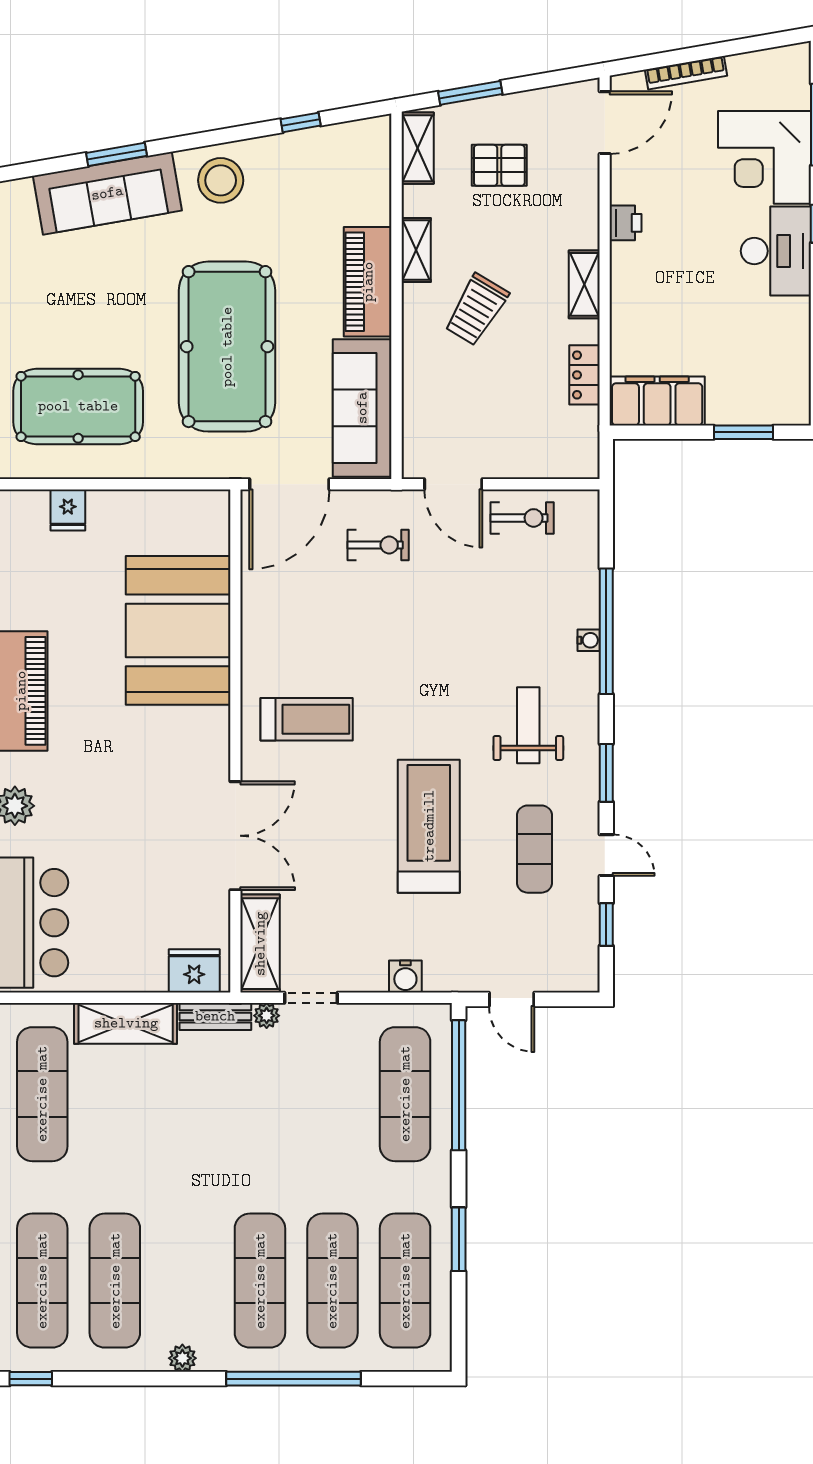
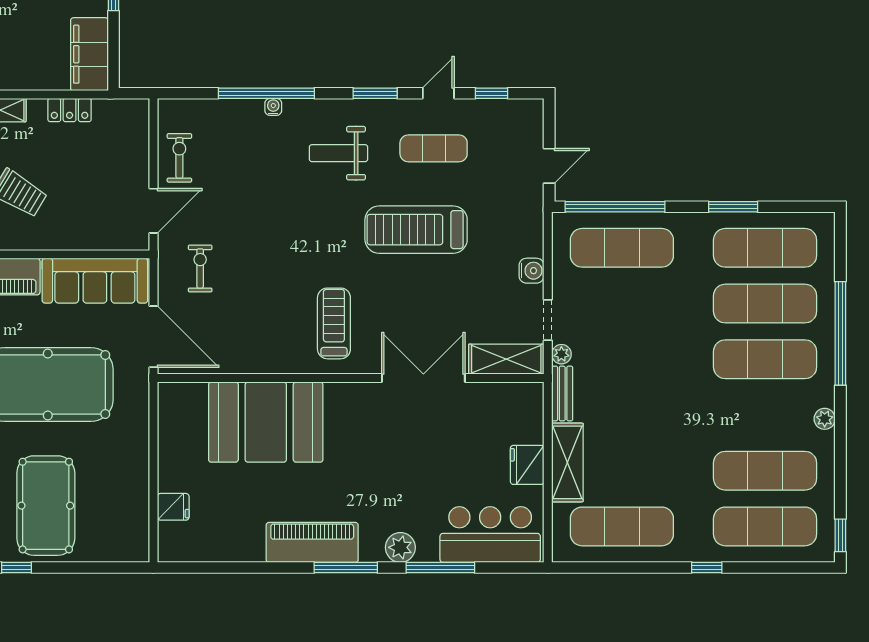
pool table: (78, 406) -> (46, 506), moved
fridge: (194, 971) -> (527, 465), moved
water cooler: (405, 977) -> (532, 271), moved

